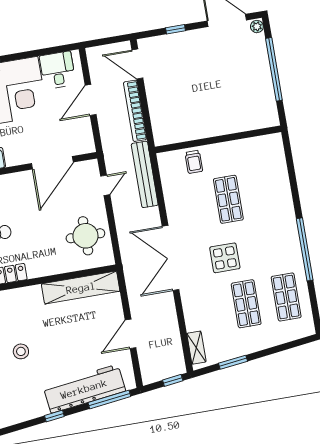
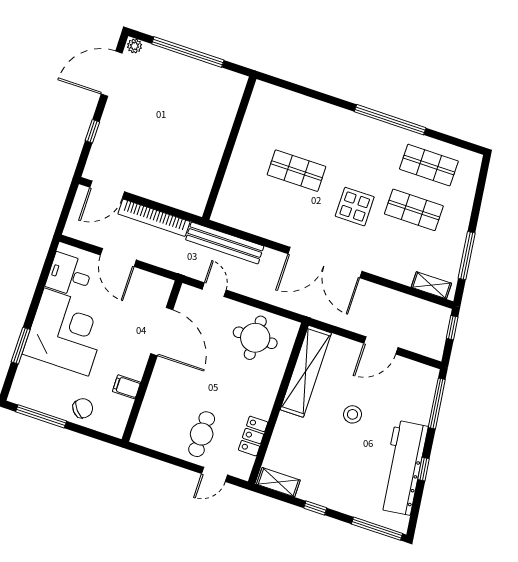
trolley: (194, 162) -> (239, 185), removed
door: (131, 334) -> (381, 345), hinge flipped
stool: (21, 351) -> (353, 414), moved
window: (233, 362) -> (467, 256), width x1.44
workbench: (84, 389) -> (403, 468), moved

